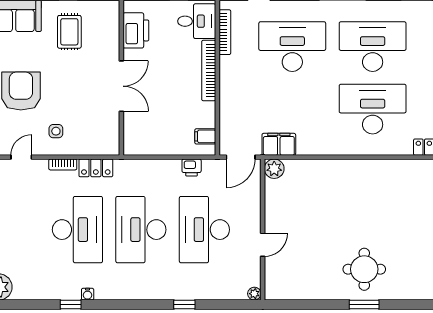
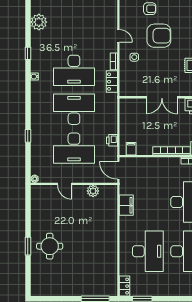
filing cabinet: (279, 144) -> (126, 205), moved
plant: (274, 169) -> (93, 191), moved
desk: (204, 230) -> (74, 148), turned 180
window: (71, 305) -> (28, 53), moved

